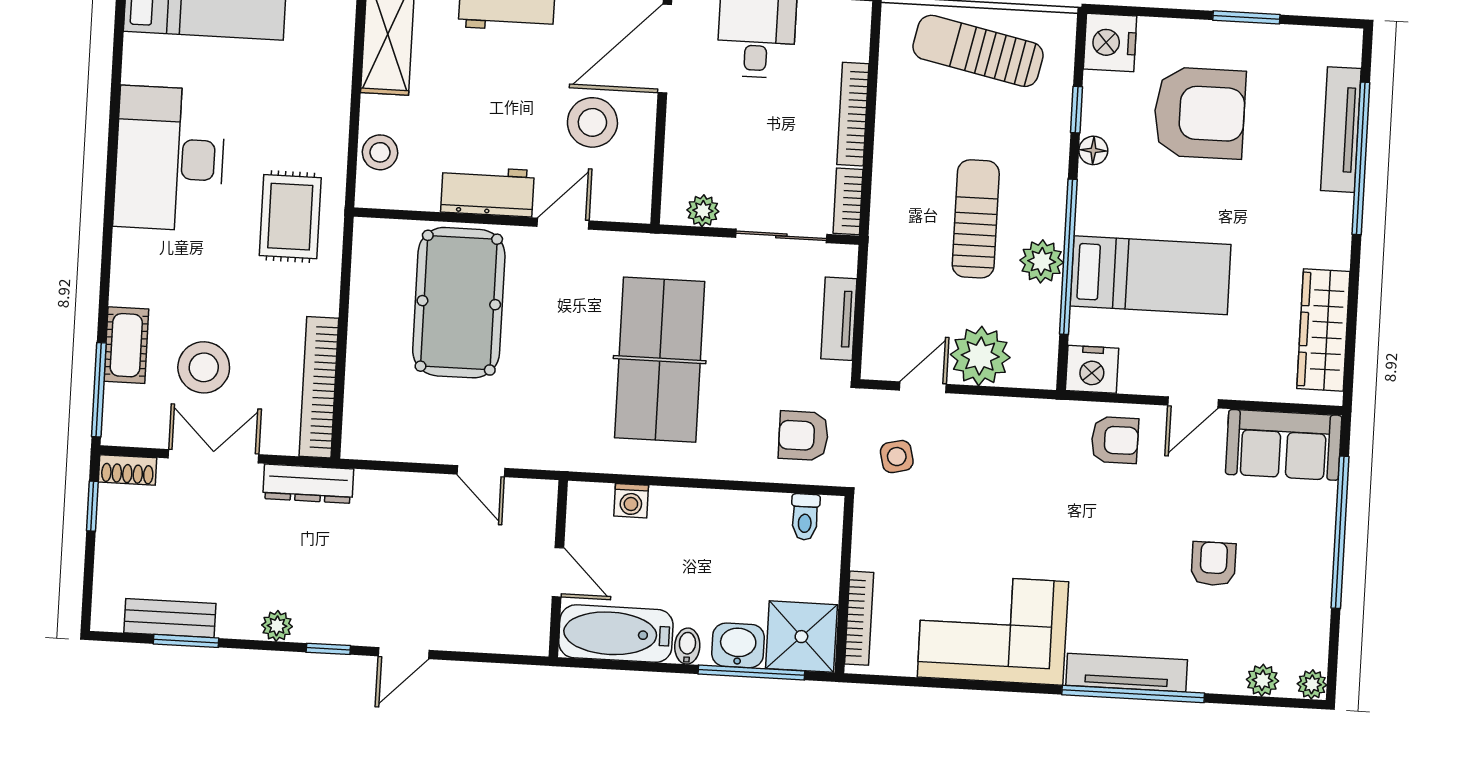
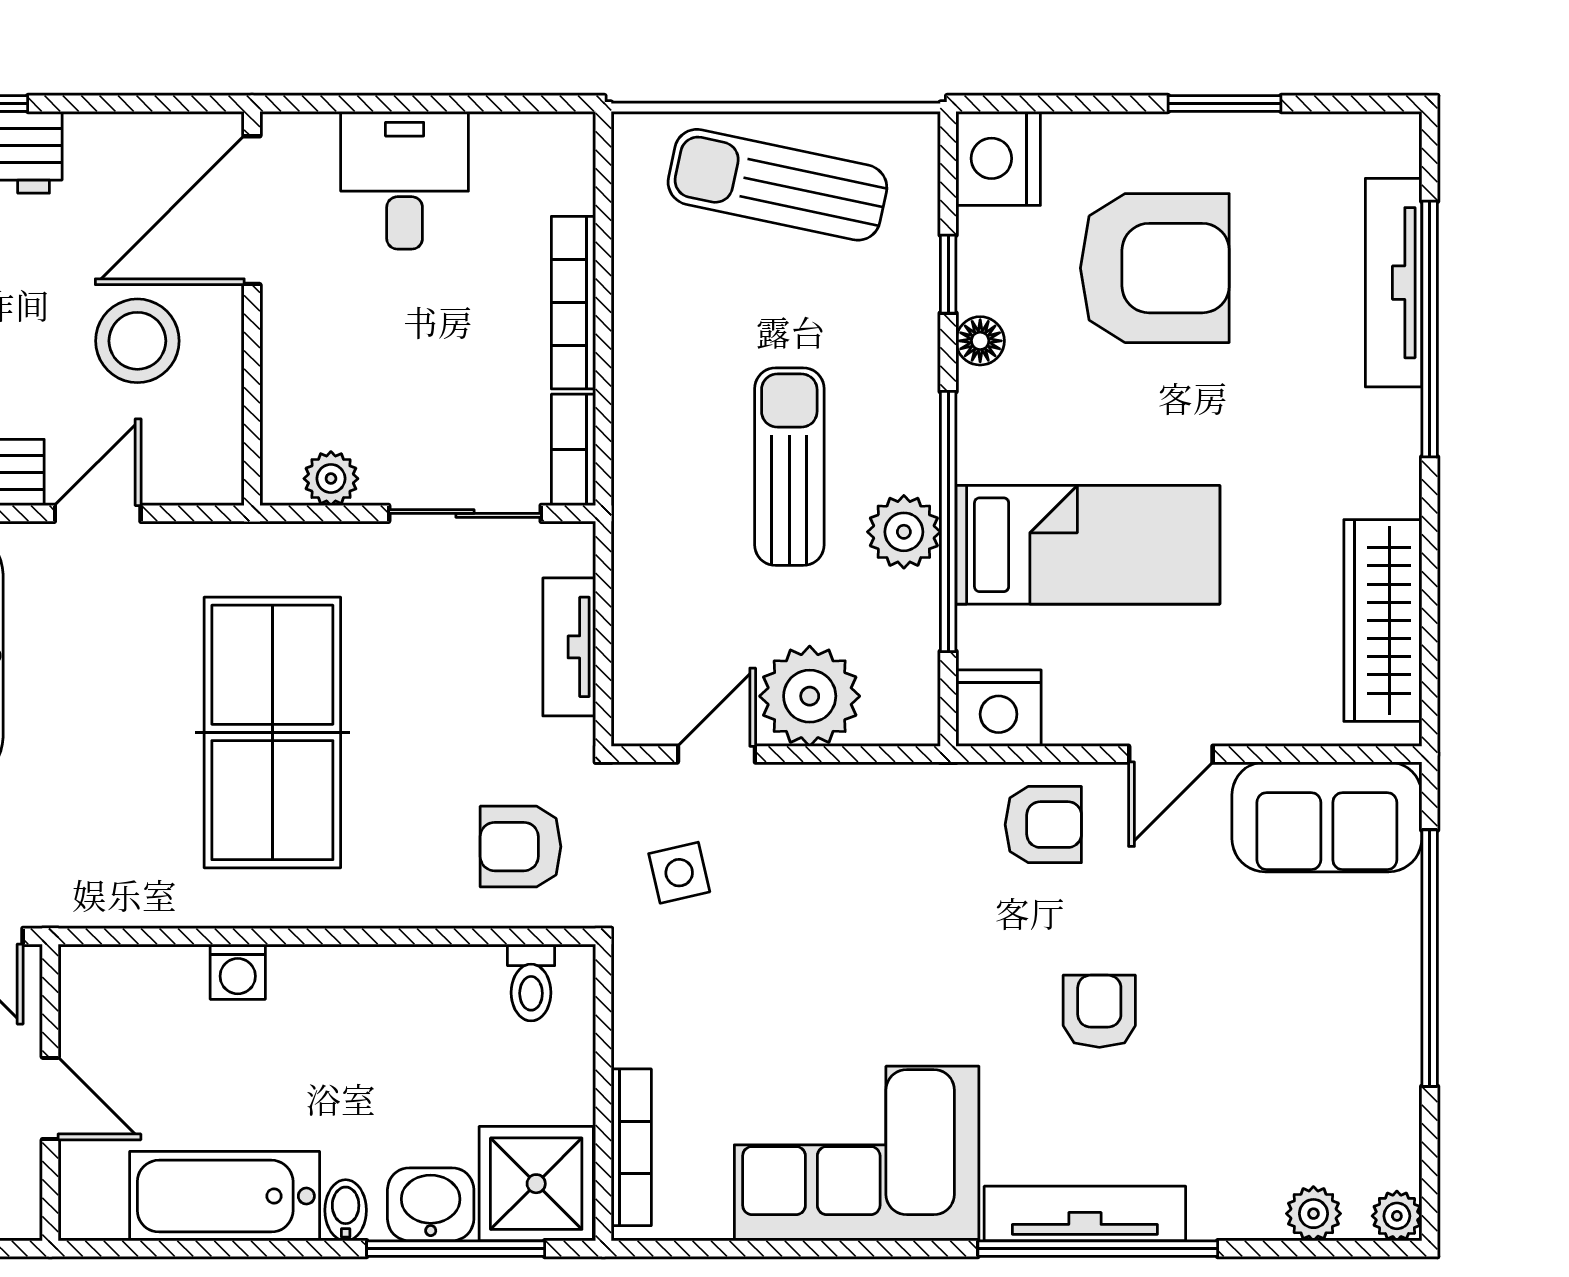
armchair: (1213, 564) -> (1099, 1011), moved
wall: (558, 569) -> (50, 1092), moved
door: (558, 572) -> (50, 1098), moved

